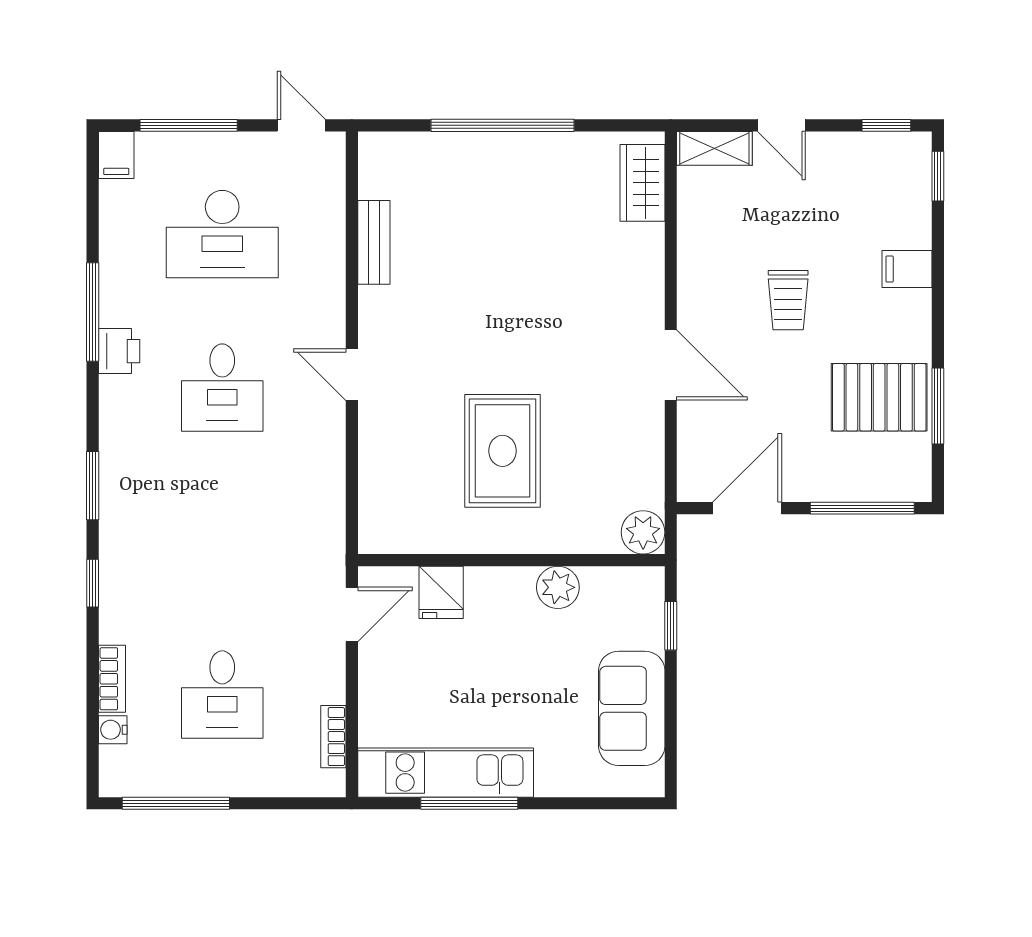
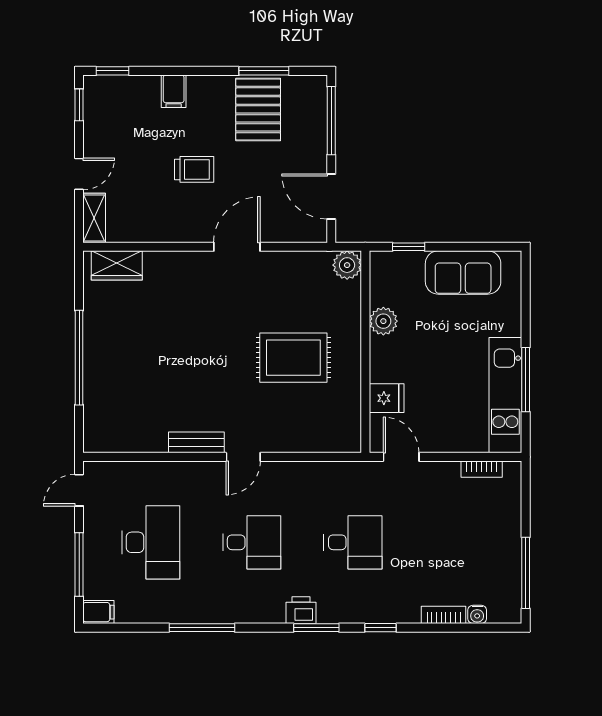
bench: (374, 242) -> (196, 442), moved
printer: (119, 351) -> (301, 610), moved
desk: (222, 695) -> (353, 542), moved

